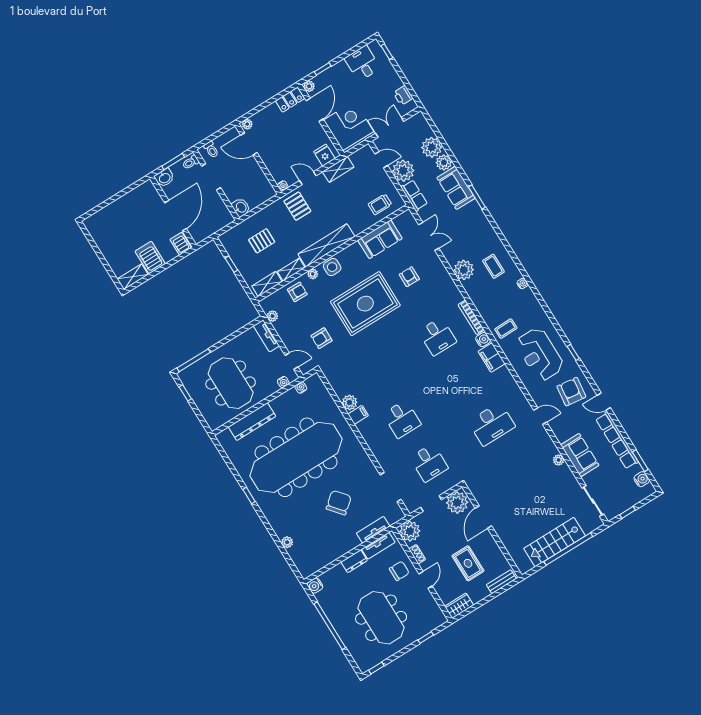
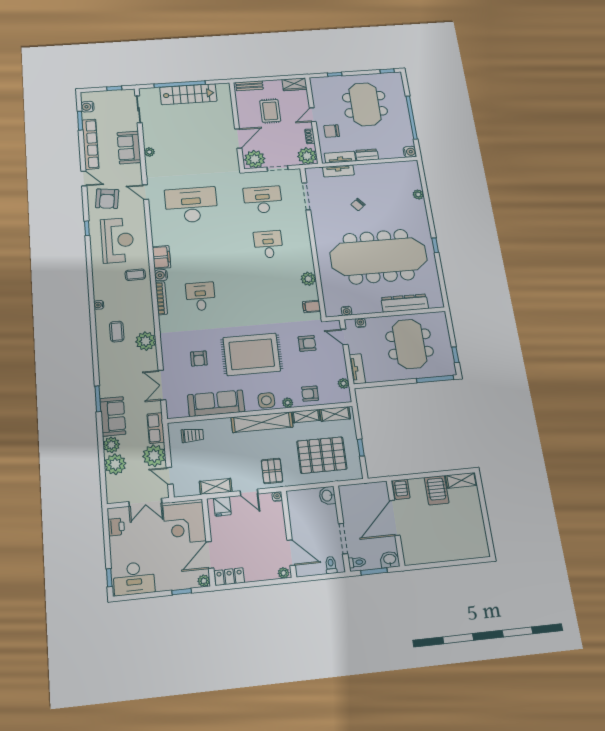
desk: (362, 63) -> (134, 578), width x1.37
sofa: (380, 239) -> (216, 403), width x1.36
pallet: (262, 241) -> (322, 455), width x2.05, depth x2.00
filing cabinet: (358, 415) -> (311, 306), moved
desk: (492, 424) -> (191, 205), width x1.36, depth x1.30
desk: (429, 463) -> (263, 200), width x1.37
chair: (339, 503) -> (358, 205), width x0.54, depth x0.54

